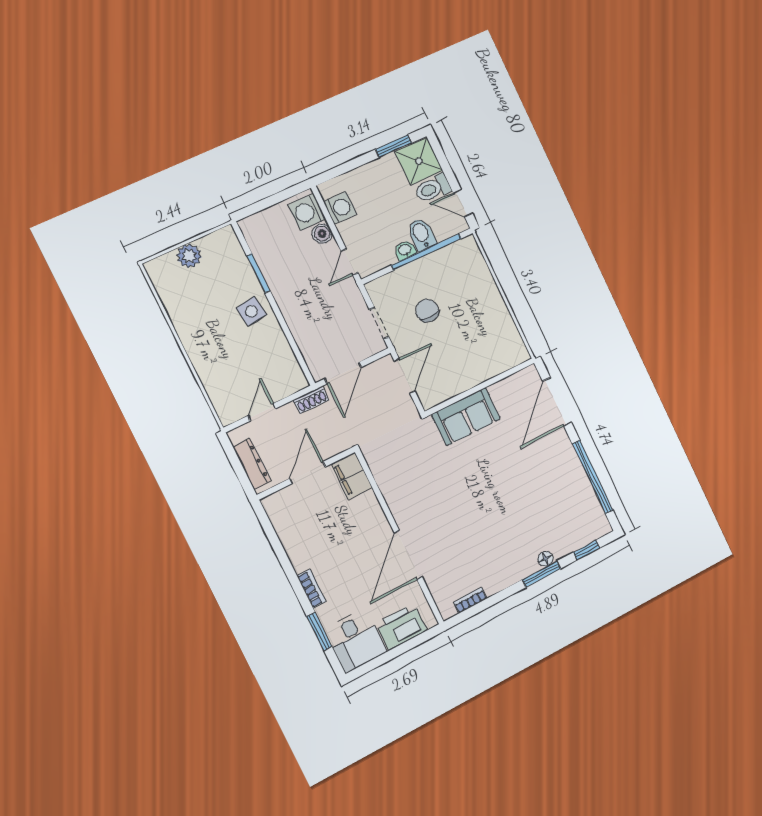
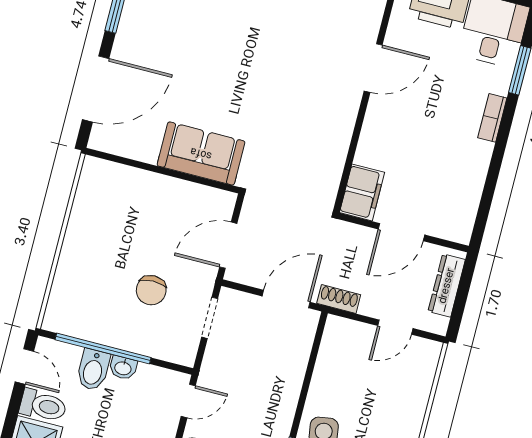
door: (408, 555) -> (373, 68), width x0.73

